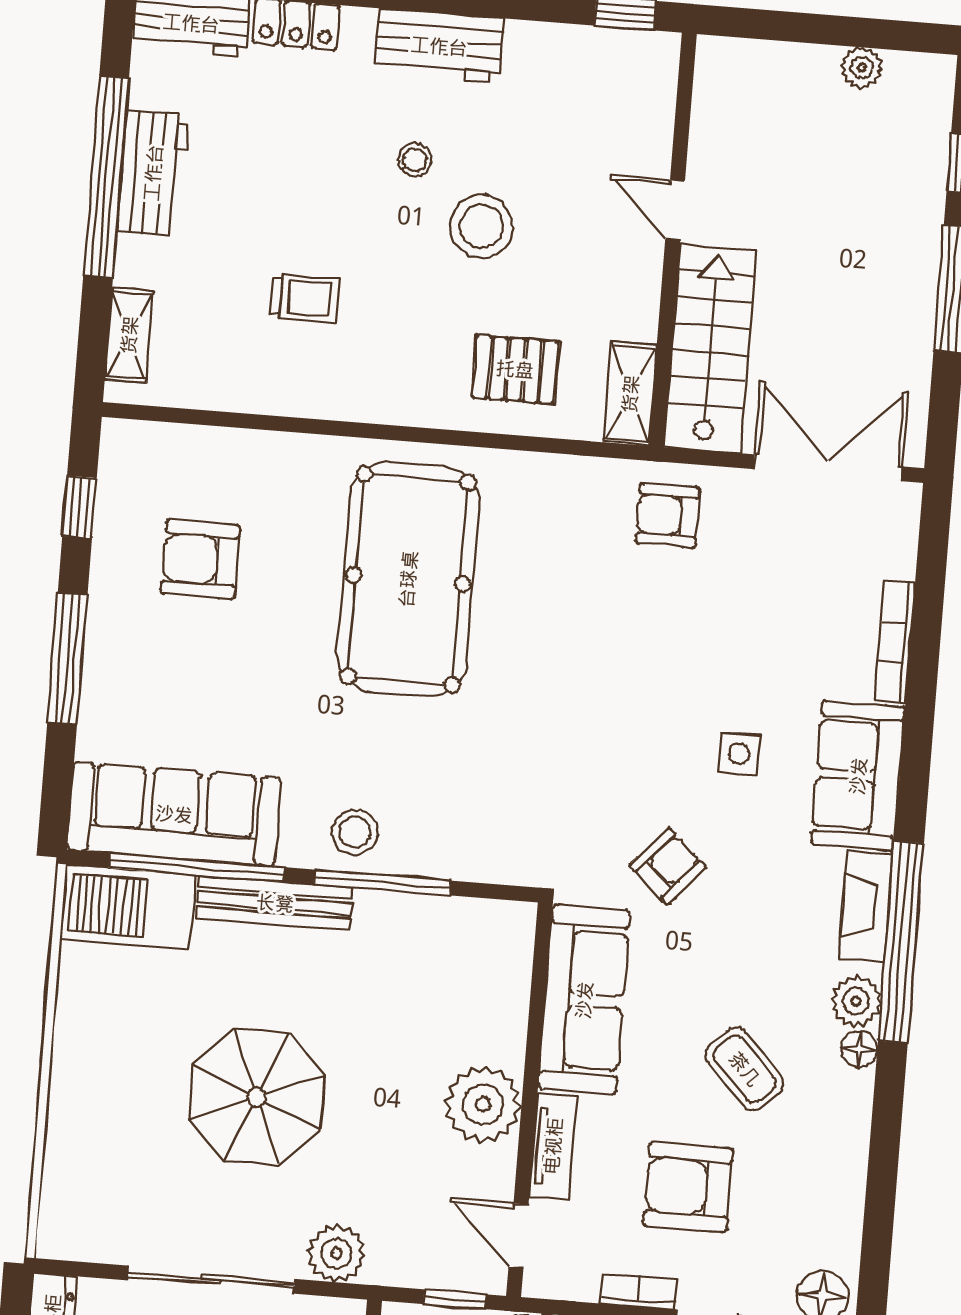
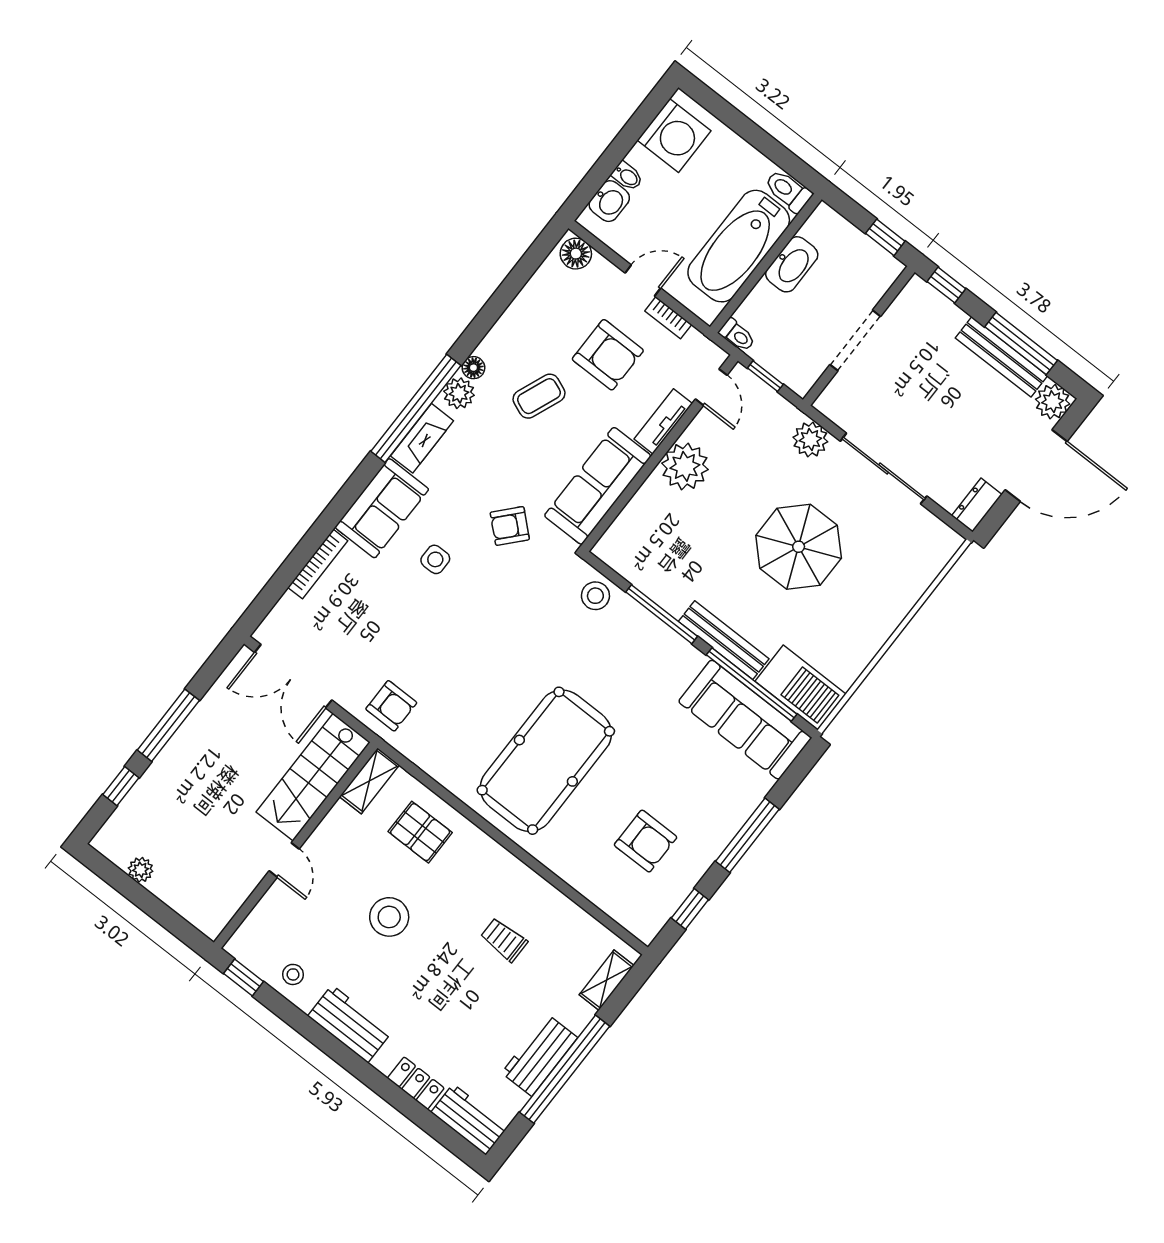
stool: (415, 160) -> (293, 974), moved
stool: (355, 832) -> (595, 596), moved
coffee table: (745, 1069) -> (539, 396), turned 66

